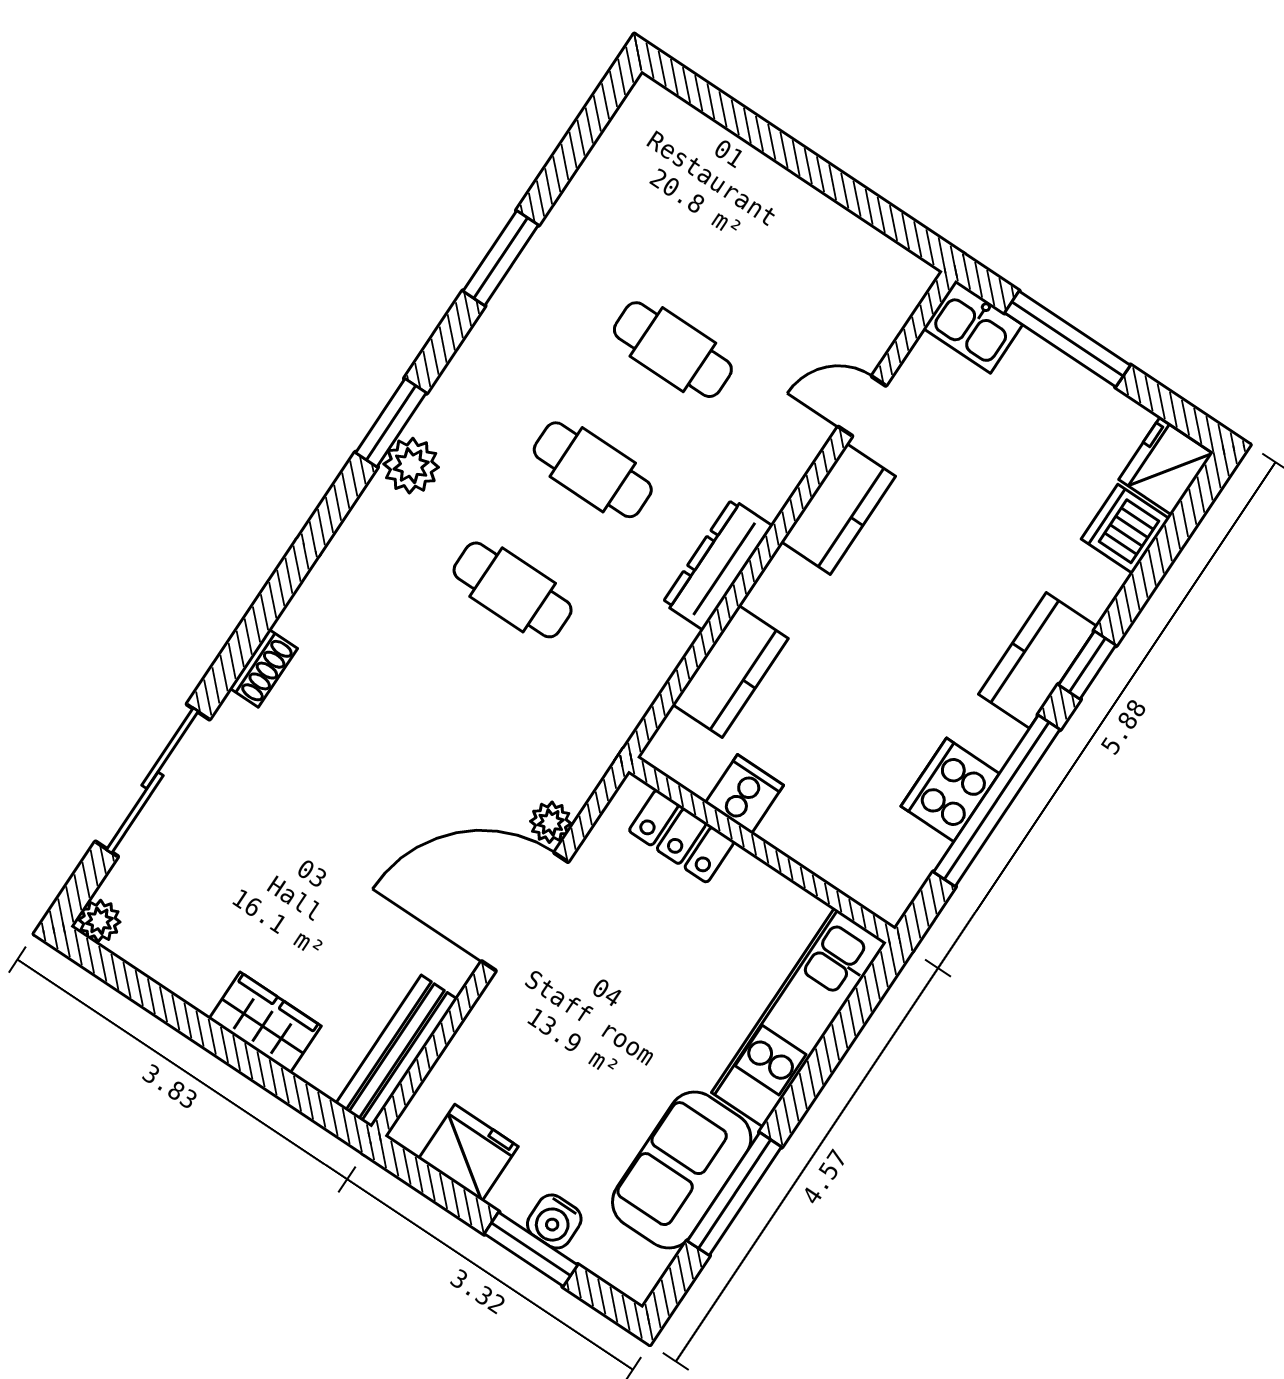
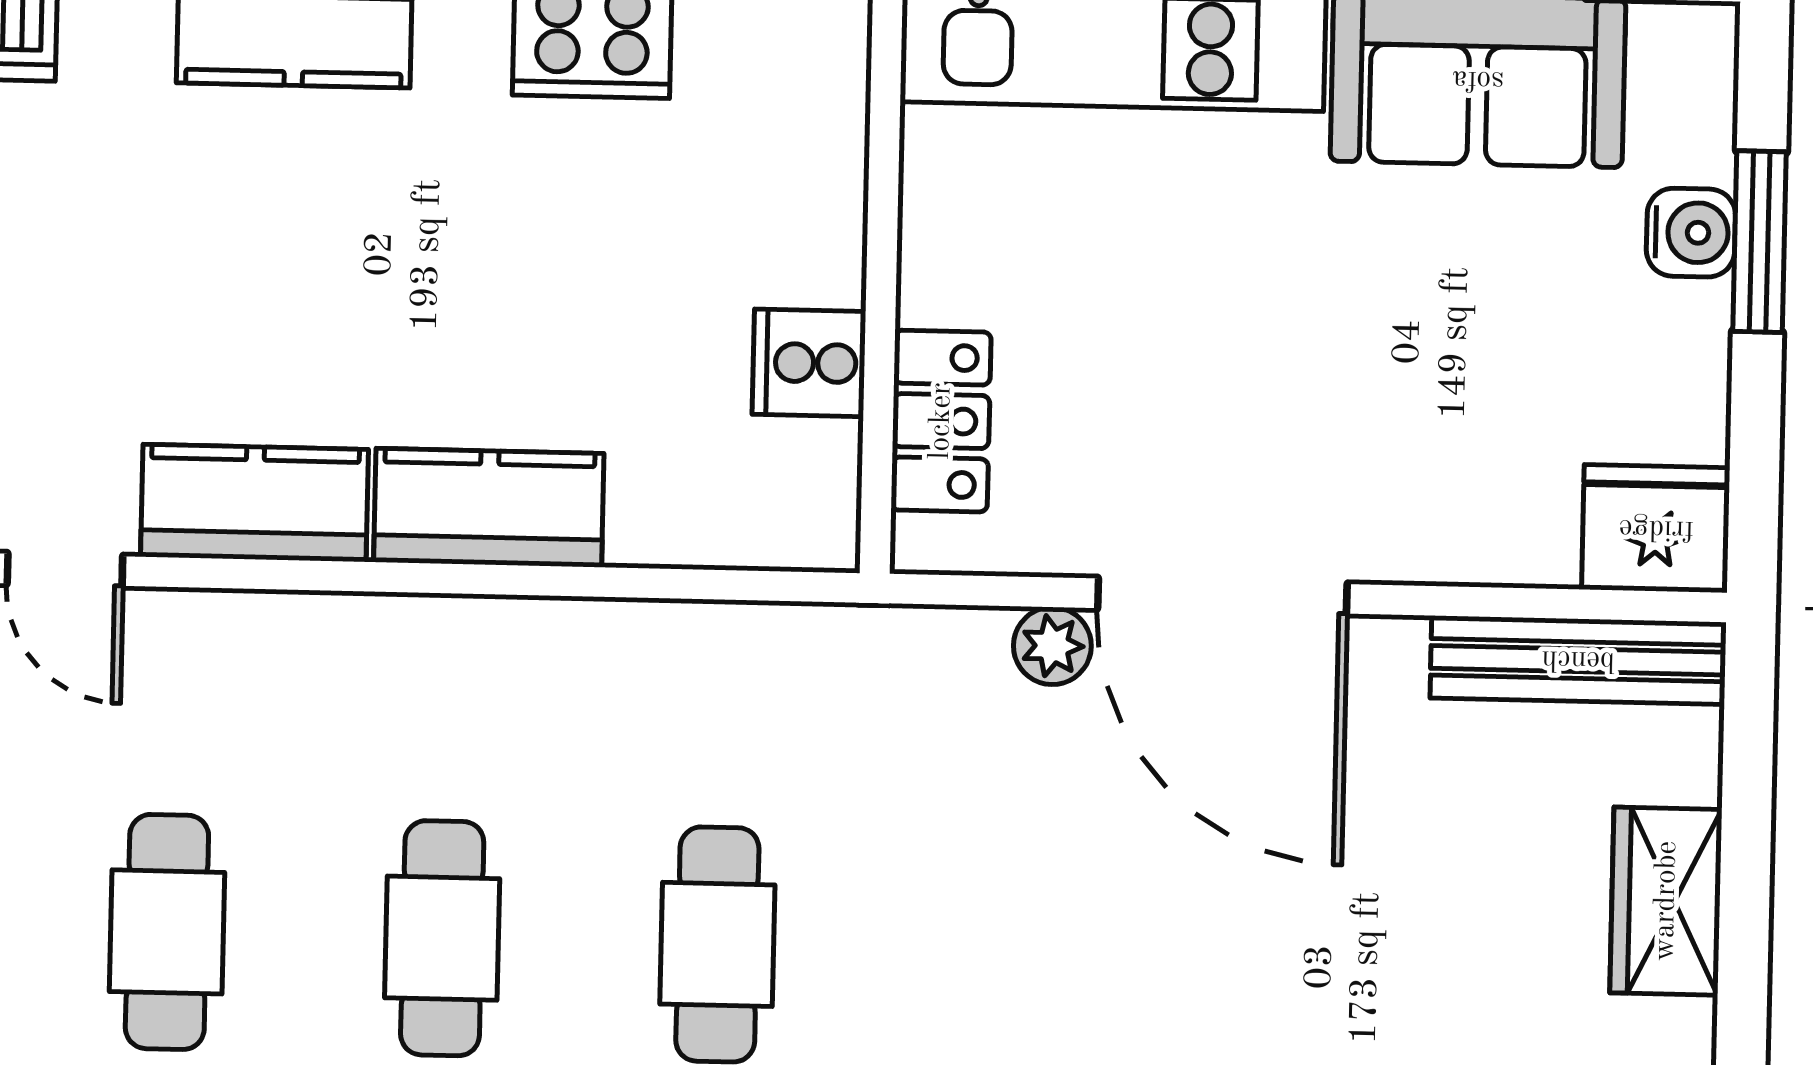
dresser: (718, 564) -> (467, 641), removed
kitchen counter: (730, 671) -> (489, 508), moved
fridge: (468, 1153) -> (1656, 529), moved, turned 90

